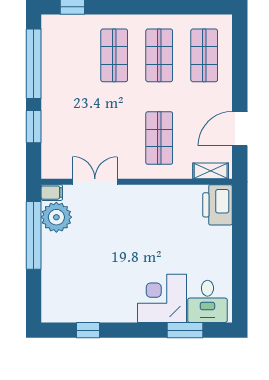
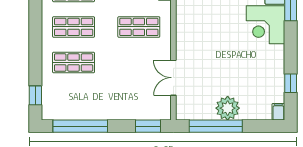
window: (34, 127) -> (148, 126), moved
filing cabinet: (52, 193) -> (278, 112), moved
plant: (56, 217) -> (228, 108), moved

